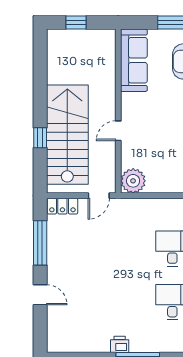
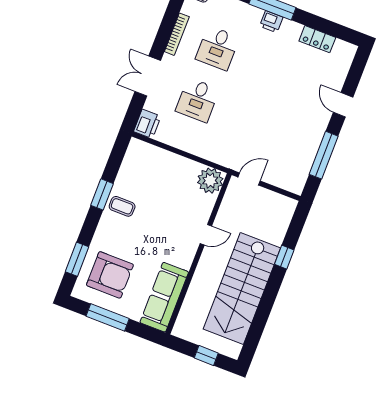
stairs: (67, 135) -> (242, 289), moved
locker: (62, 206) -> (317, 39), moved, turned 180
printer: (120, 344) -> (271, 22), moved

